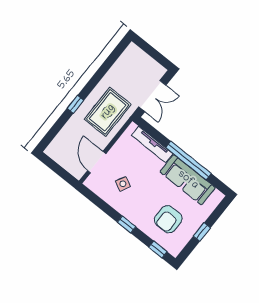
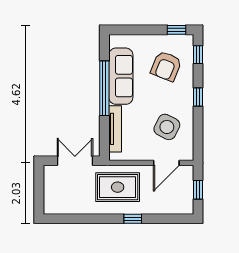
window: (58, 170) -> (198, 190), added
side table: (123, 184) -> (167, 127), width x1.87, depth x1.87
armchair: (168, 219) -> (166, 66), turned 112
window: (202, 232) -> (176, 30), moved

